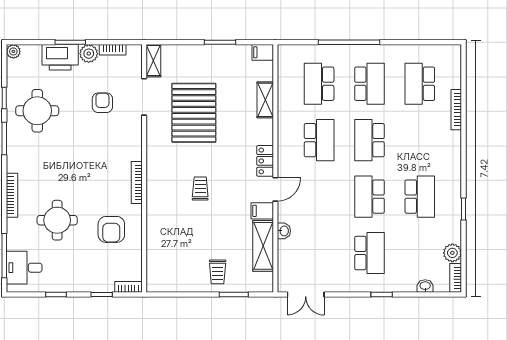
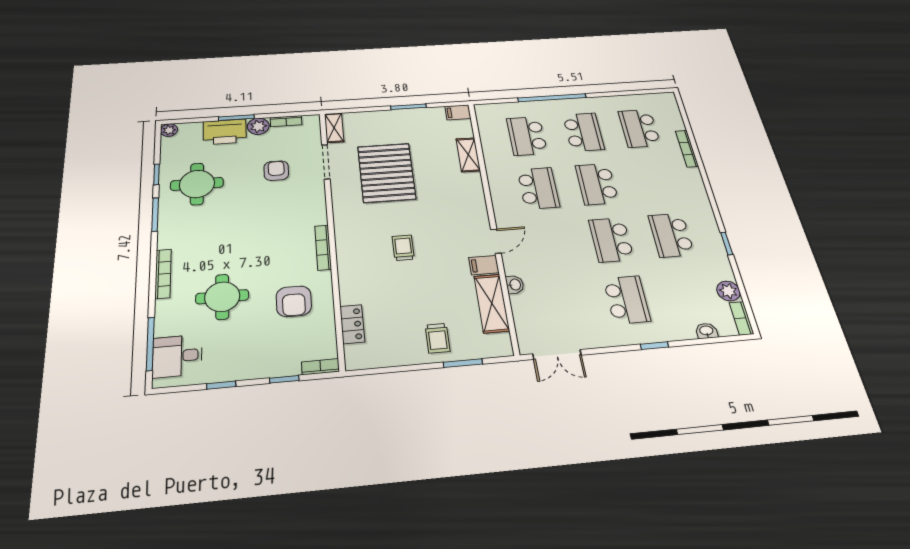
locker: (265, 161) -> (352, 324), moved, turned 180
school desk: (420, 197) -> (671, 235), turned 180

